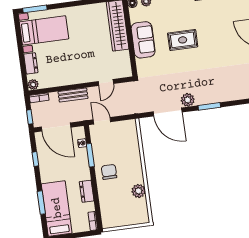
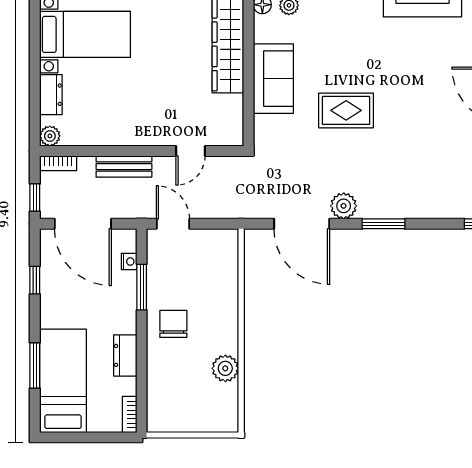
rug: (183, 40) -> (346, 110), moved

